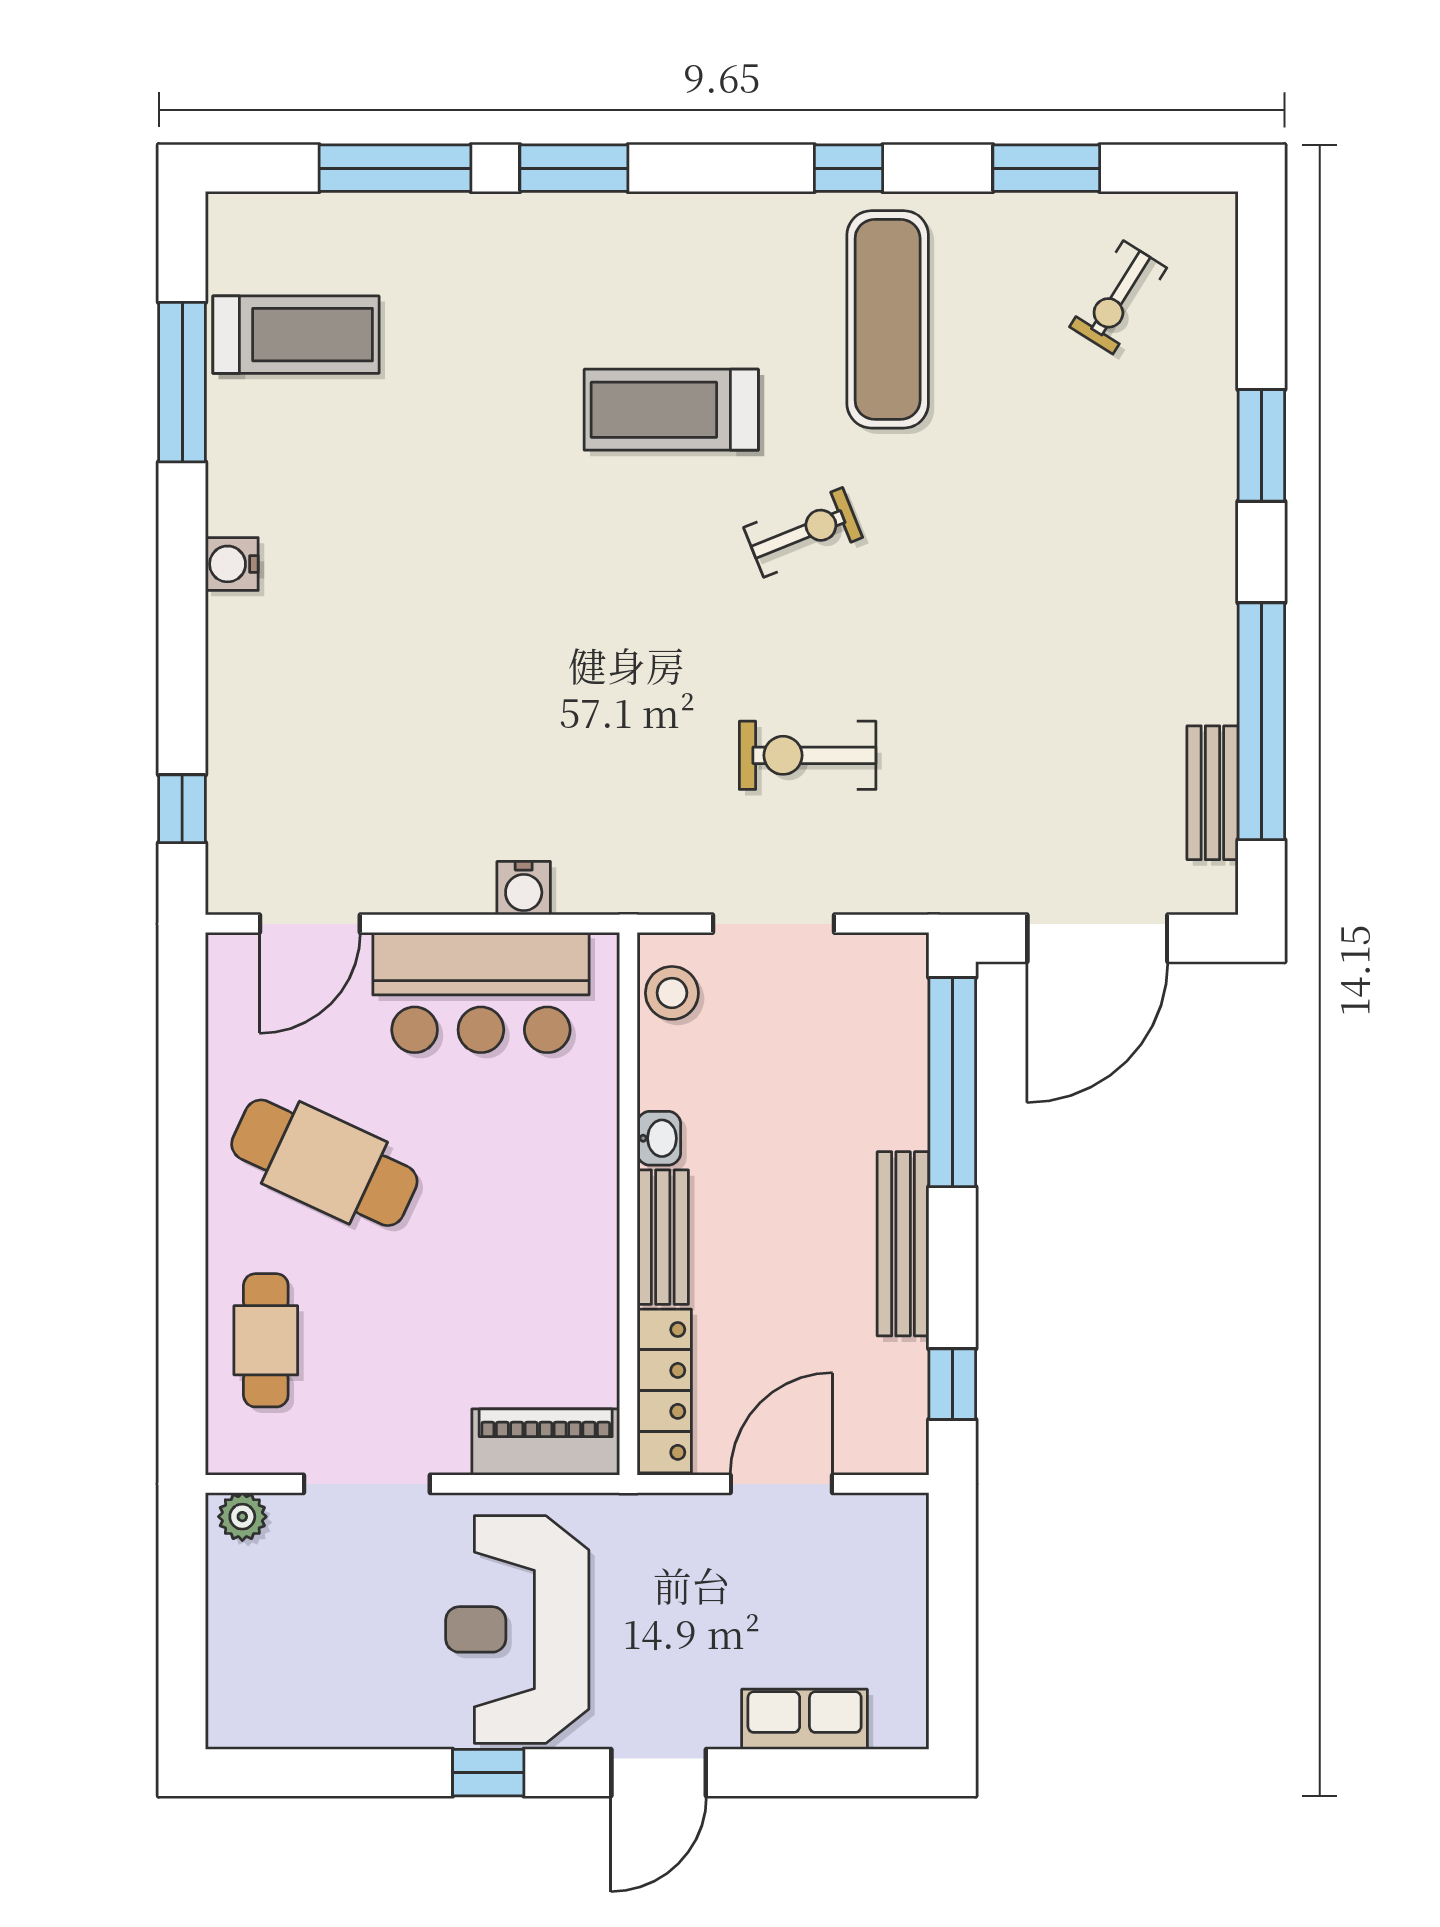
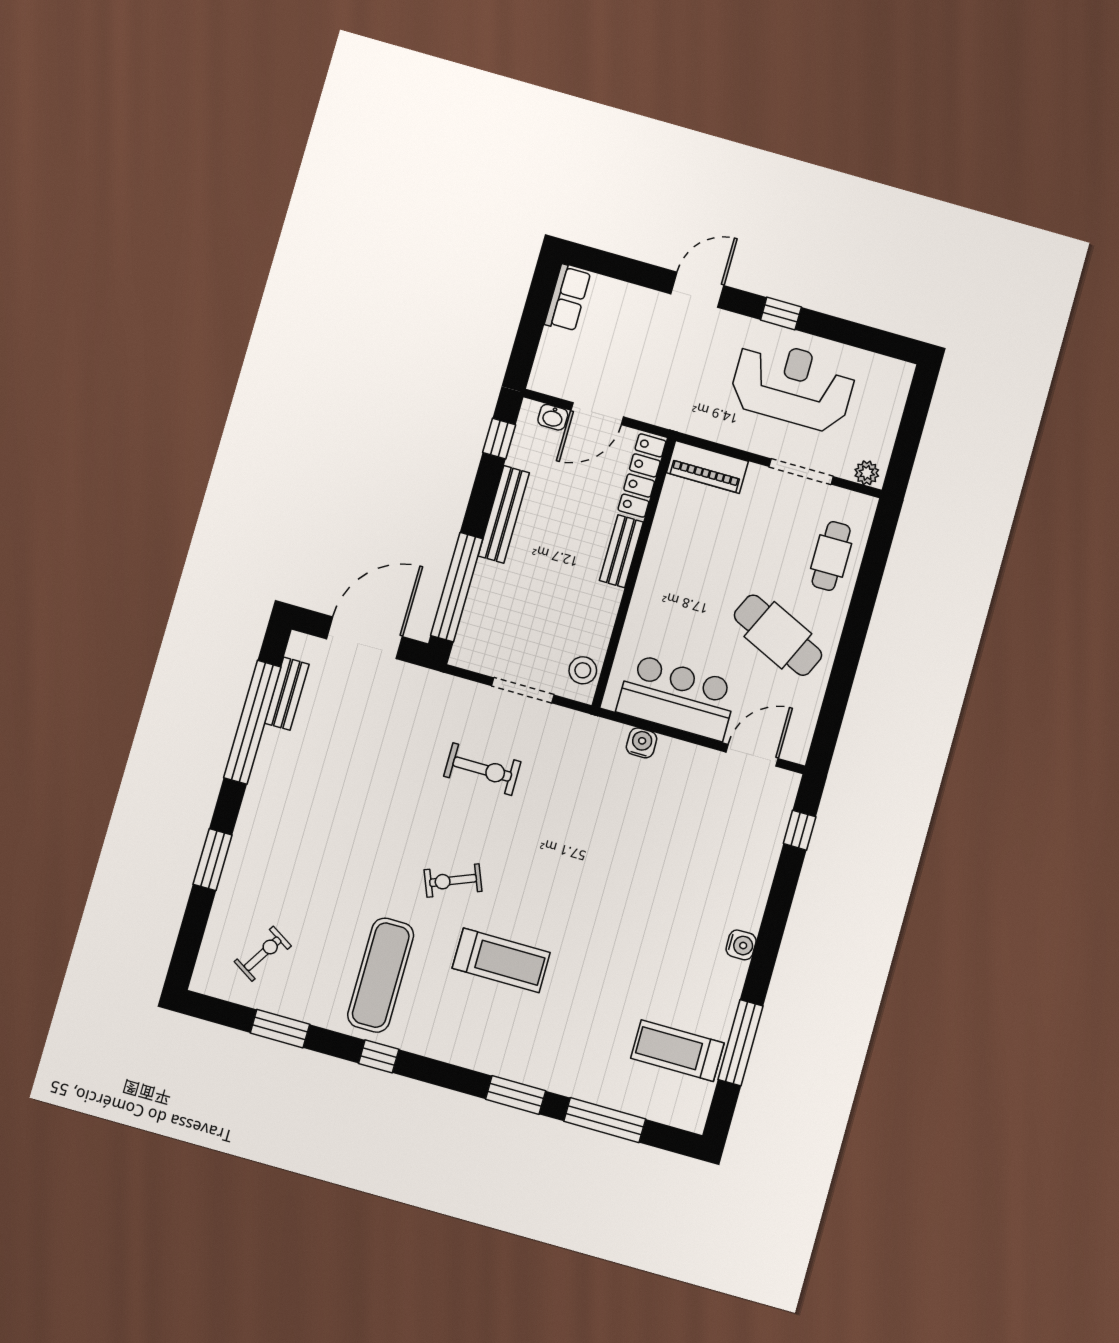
washbasin: (659, 1138) -> (553, 417), moved, turned -90
reception desk: (517, 1629) -> (793, 385), moved, turned -90
row of seats: (805, 1719) -> (568, 298), moved, turned -90

